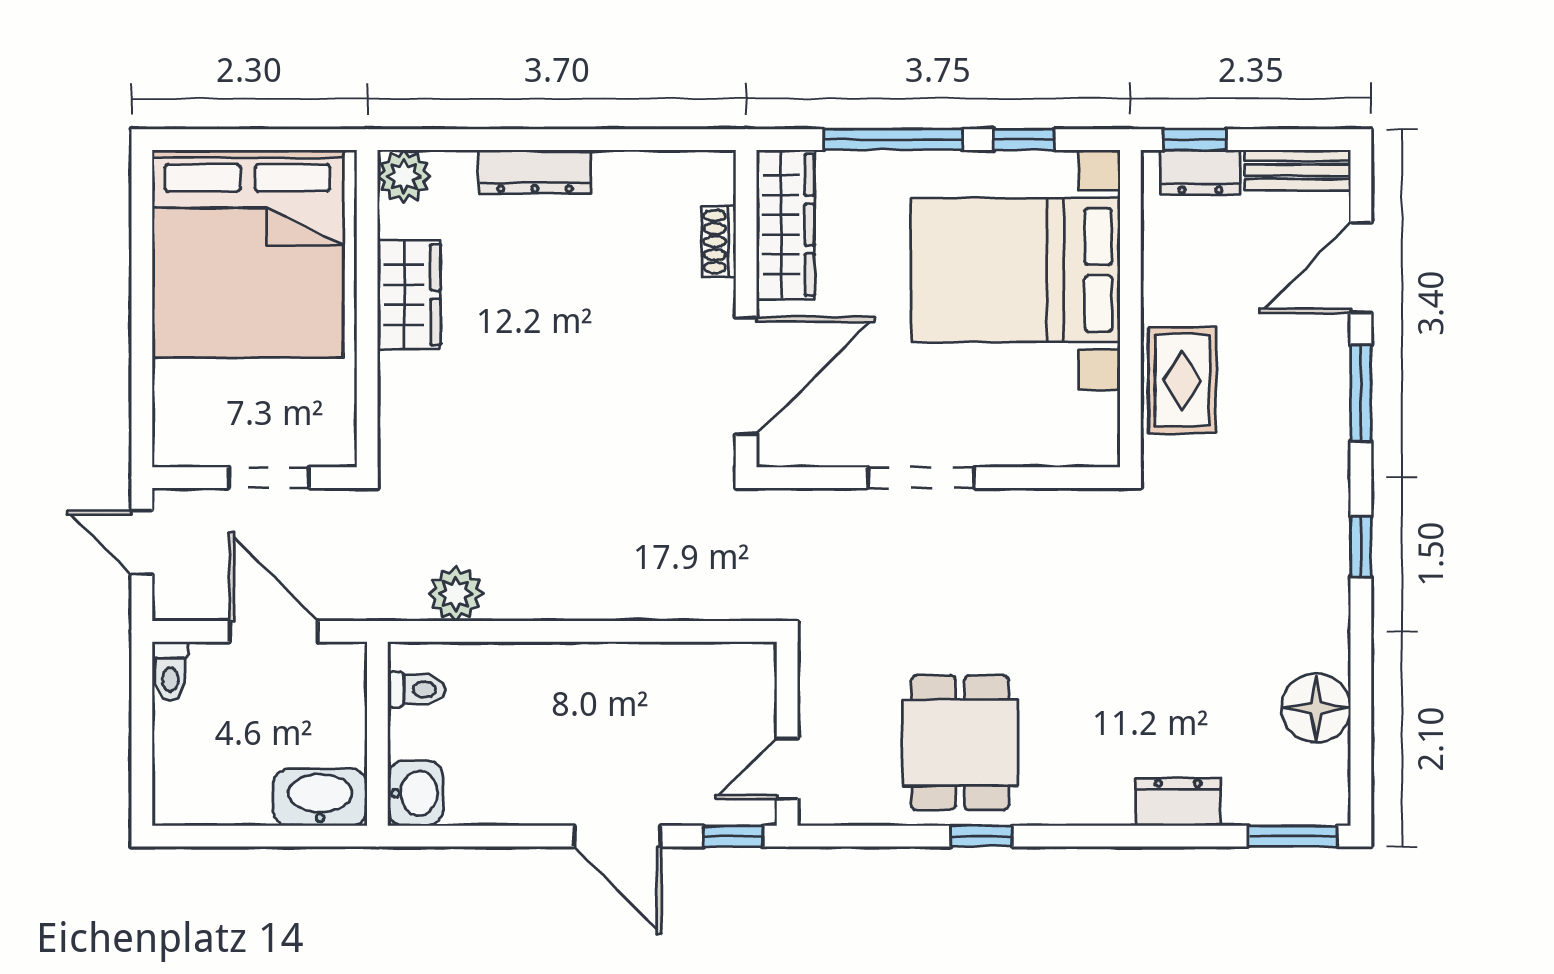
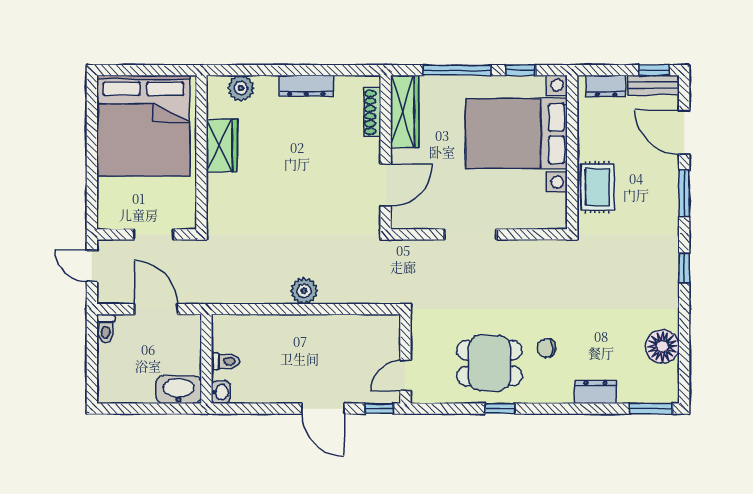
window: (1195, 140) -> (654, 70), moved
dresser: (535, 172) -> (306, 86), moved
plant: (404, 176) -> (241, 88), moved
shoe rack: (719, 242) -> (372, 112), width x1.43
door: (1361, 268) -> (684, 132), hinge flipped
door: (746, 376) -> (386, 185), width x0.73
plant: (456, 594) -> (304, 291), moved
toilet: (416, 689) -> (225, 361), moved
chair: (1078, 712) -> (547, 348), added
dining table: (960, 743) -> (489, 363), turned 90
washbasin: (415, 793) -> (221, 392), width x0.72, depth x0.69

